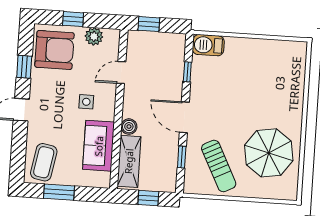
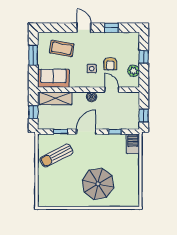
window: (149, 24) -> (144, 116), moved
armchair: (54, 50) -> (110, 64), moved, width x0.53, depth x0.53
boiler: (129, 127) -> (92, 97), moved
sofa: (99, 146) -> (53, 78), moved
parasol: (269, 153) -> (98, 184), moved
coffee table: (44, 162) -> (62, 48), moved

